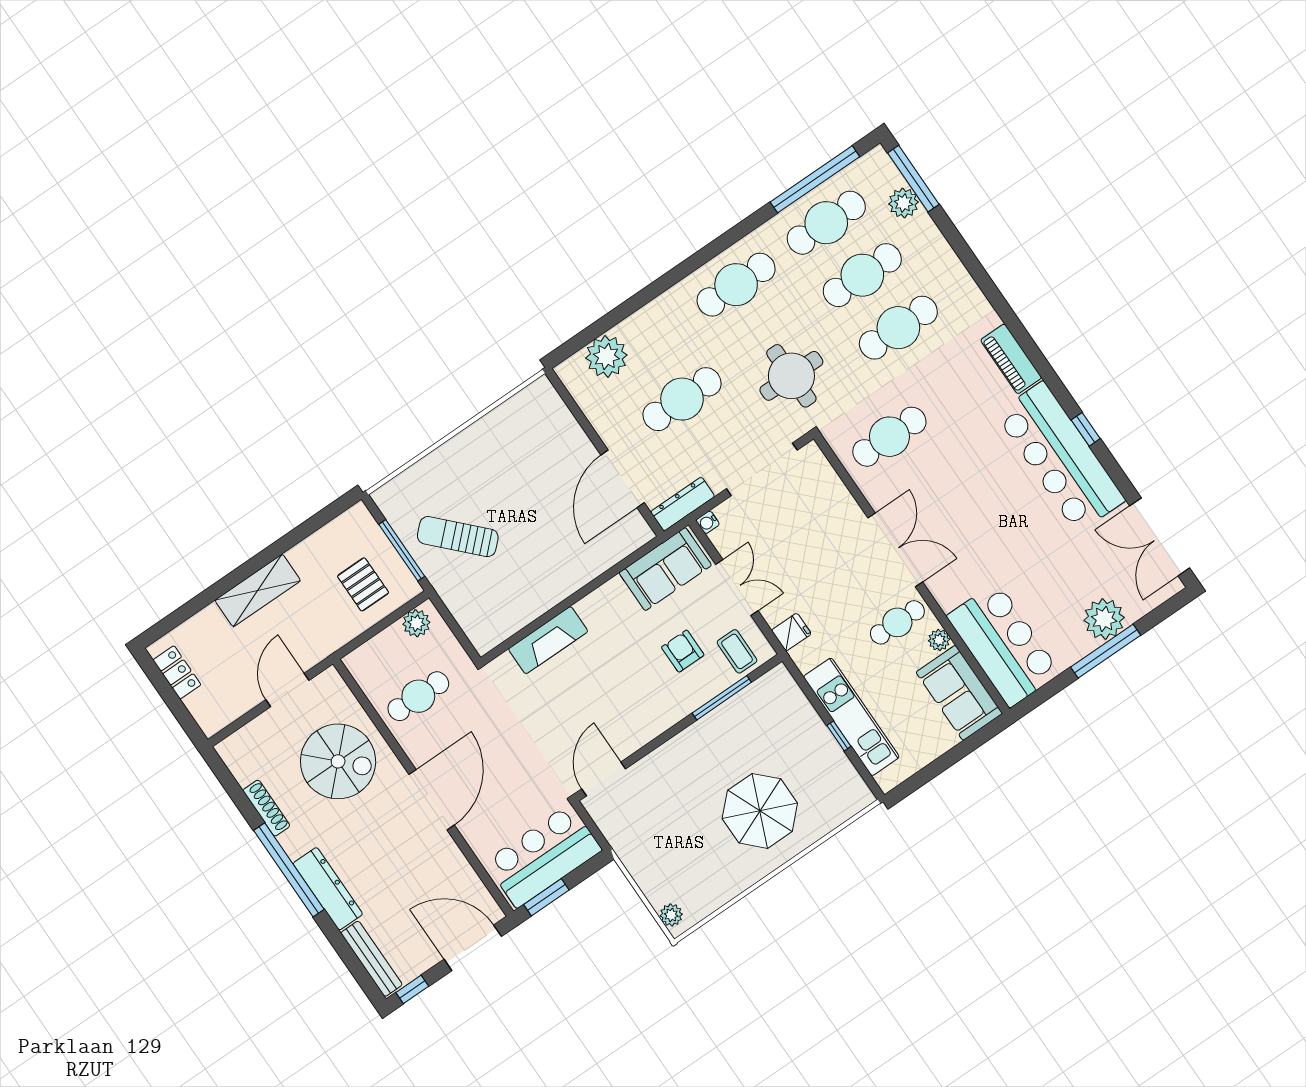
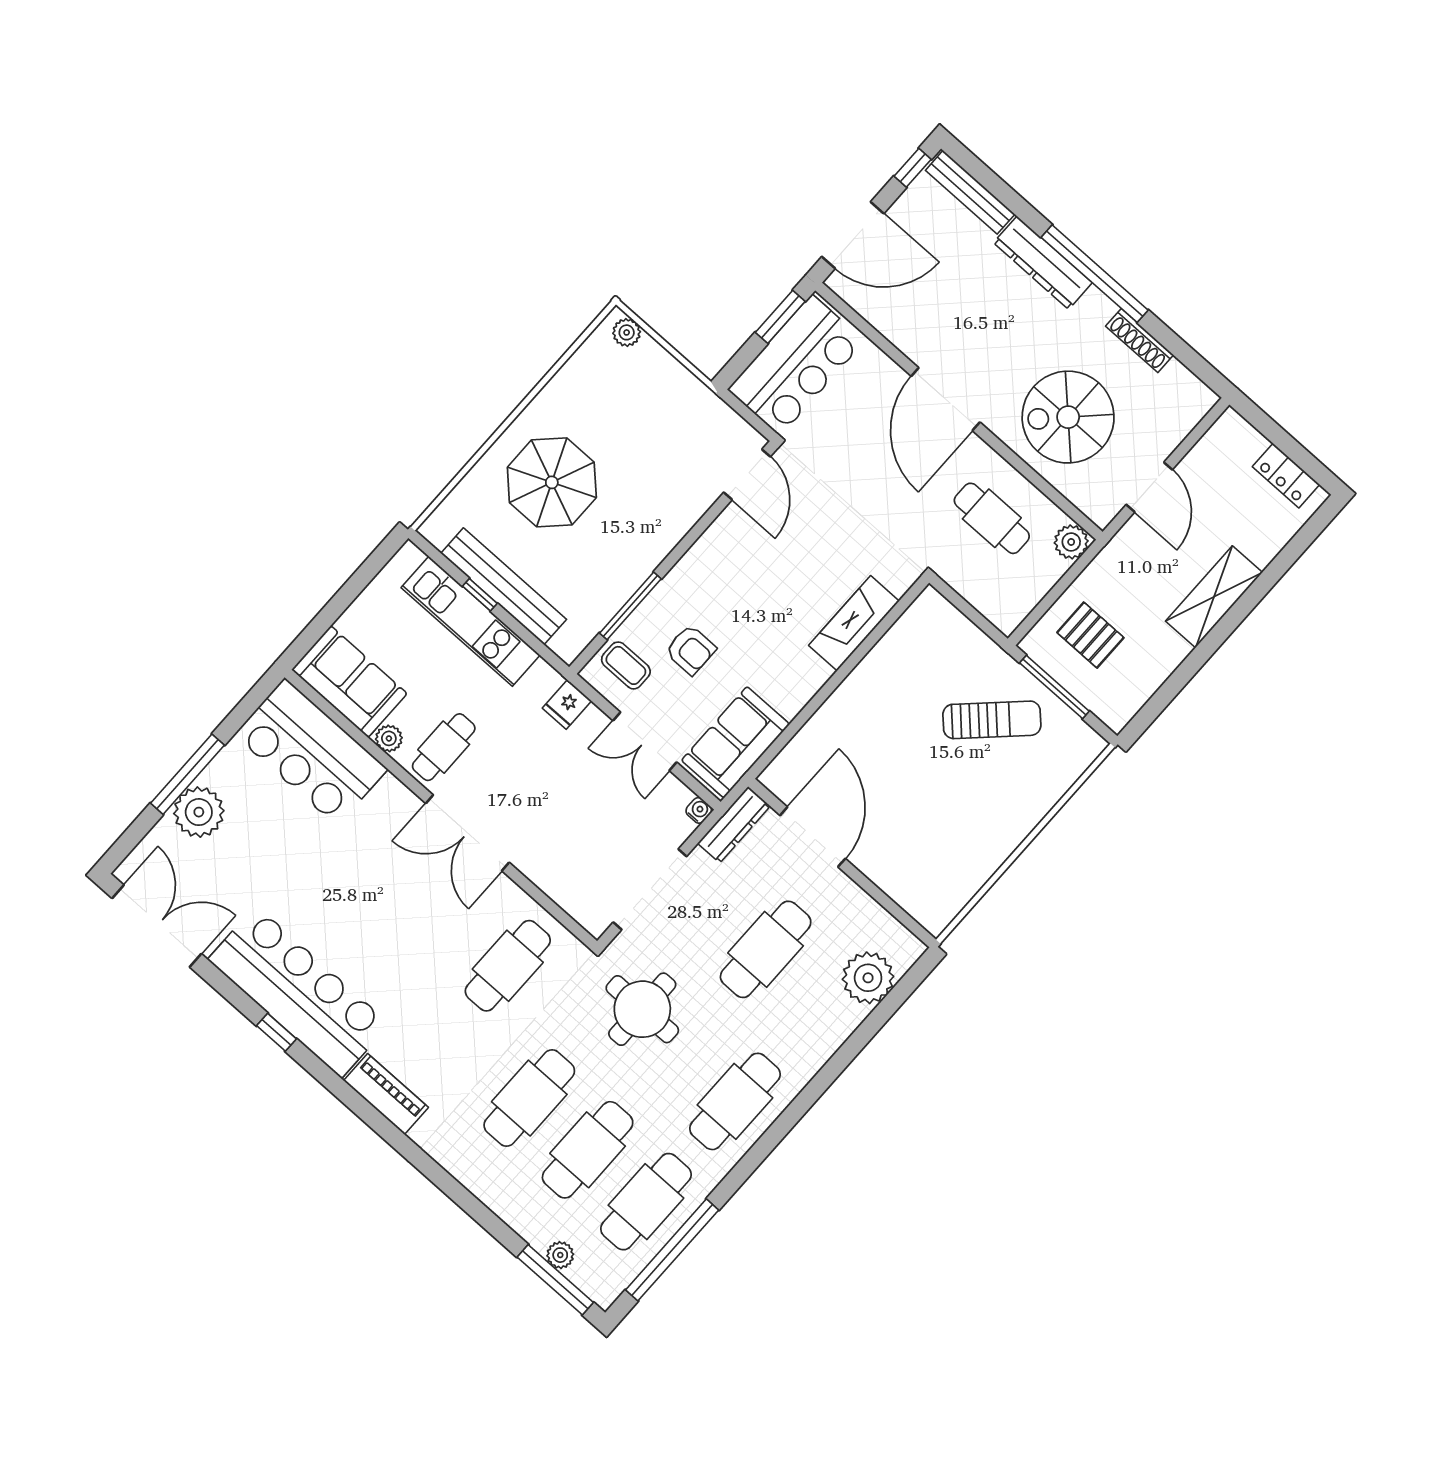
plant: (904, 203) -> (560, 1255), width x0.73, depth x0.73
plant: (416, 623) -> (1071, 542), moved
cafe table: (418, 696) -> (992, 518), turned 90
bench: (818, 738) -> (504, 586), added

